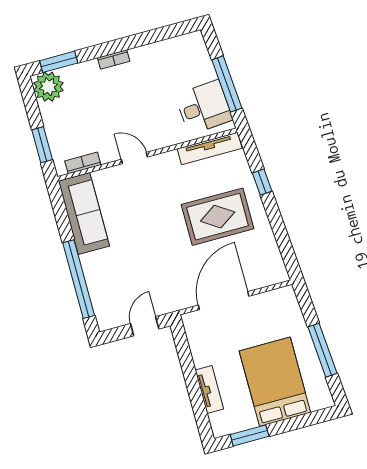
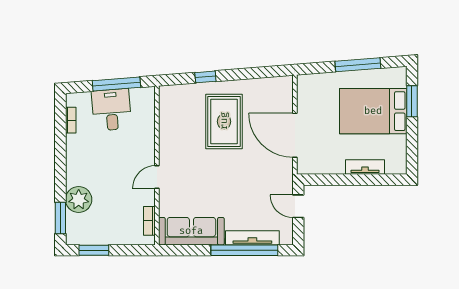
bookcase: (114, 59) -> (71, 120), moved
plant: (48, 87) -> (79, 200), moved
desk: (204, 107) -> (111, 110), moved
window: (42, 145) -> (94, 250), moved
tv unit: (210, 148) -> (252, 238), moved, turned -90
window: (250, 435) -> (412, 101), moved

